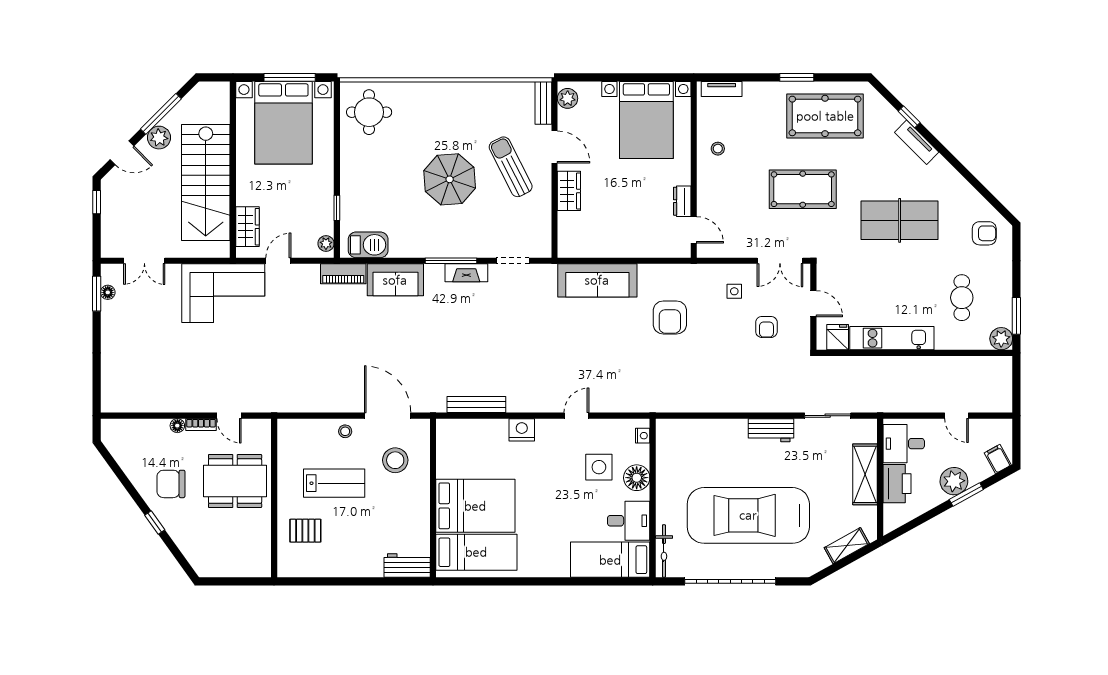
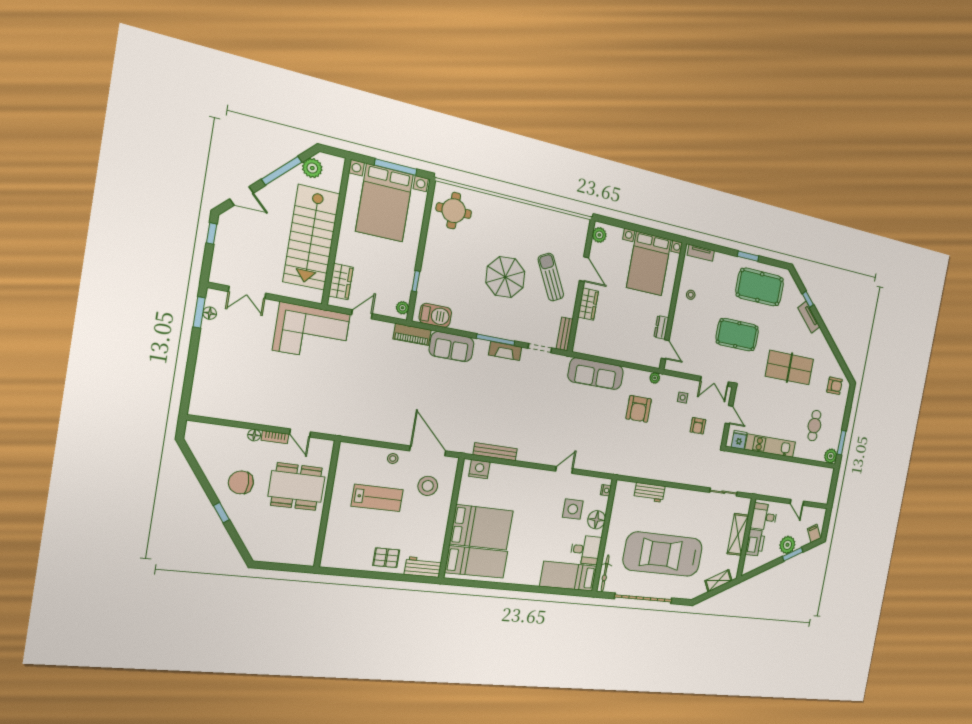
bench: (543, 103) -> (565, 334), moved
plant: (159, 138) -> (312, 168), moved
plant: (686, 271) -> (655, 378), added
nightstand: (522, 430) -> (479, 469), moved
workbench: (771, 430) -> (650, 492), moved
pallet: (305, 531) -> (386, 558), moved

